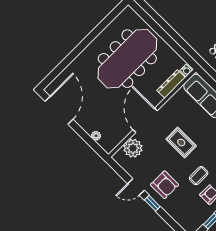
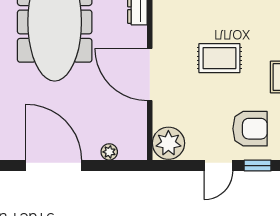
door: (59, 110) -> (54, 166), moved
plant: (133, 148) -> (168, 143), moved

